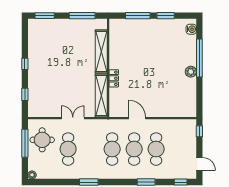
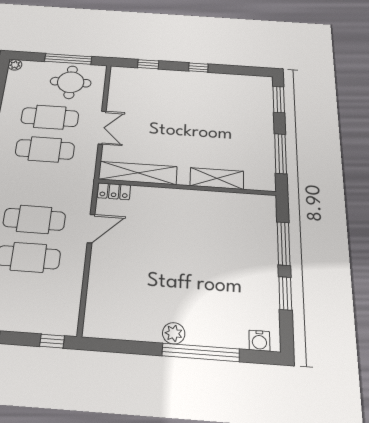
shelving: (101, 52) -> (217, 178), width x0.68
locker: (114, 78) -> (114, 191), moved
cafe table: (112, 149) -> (45, 149), moved

